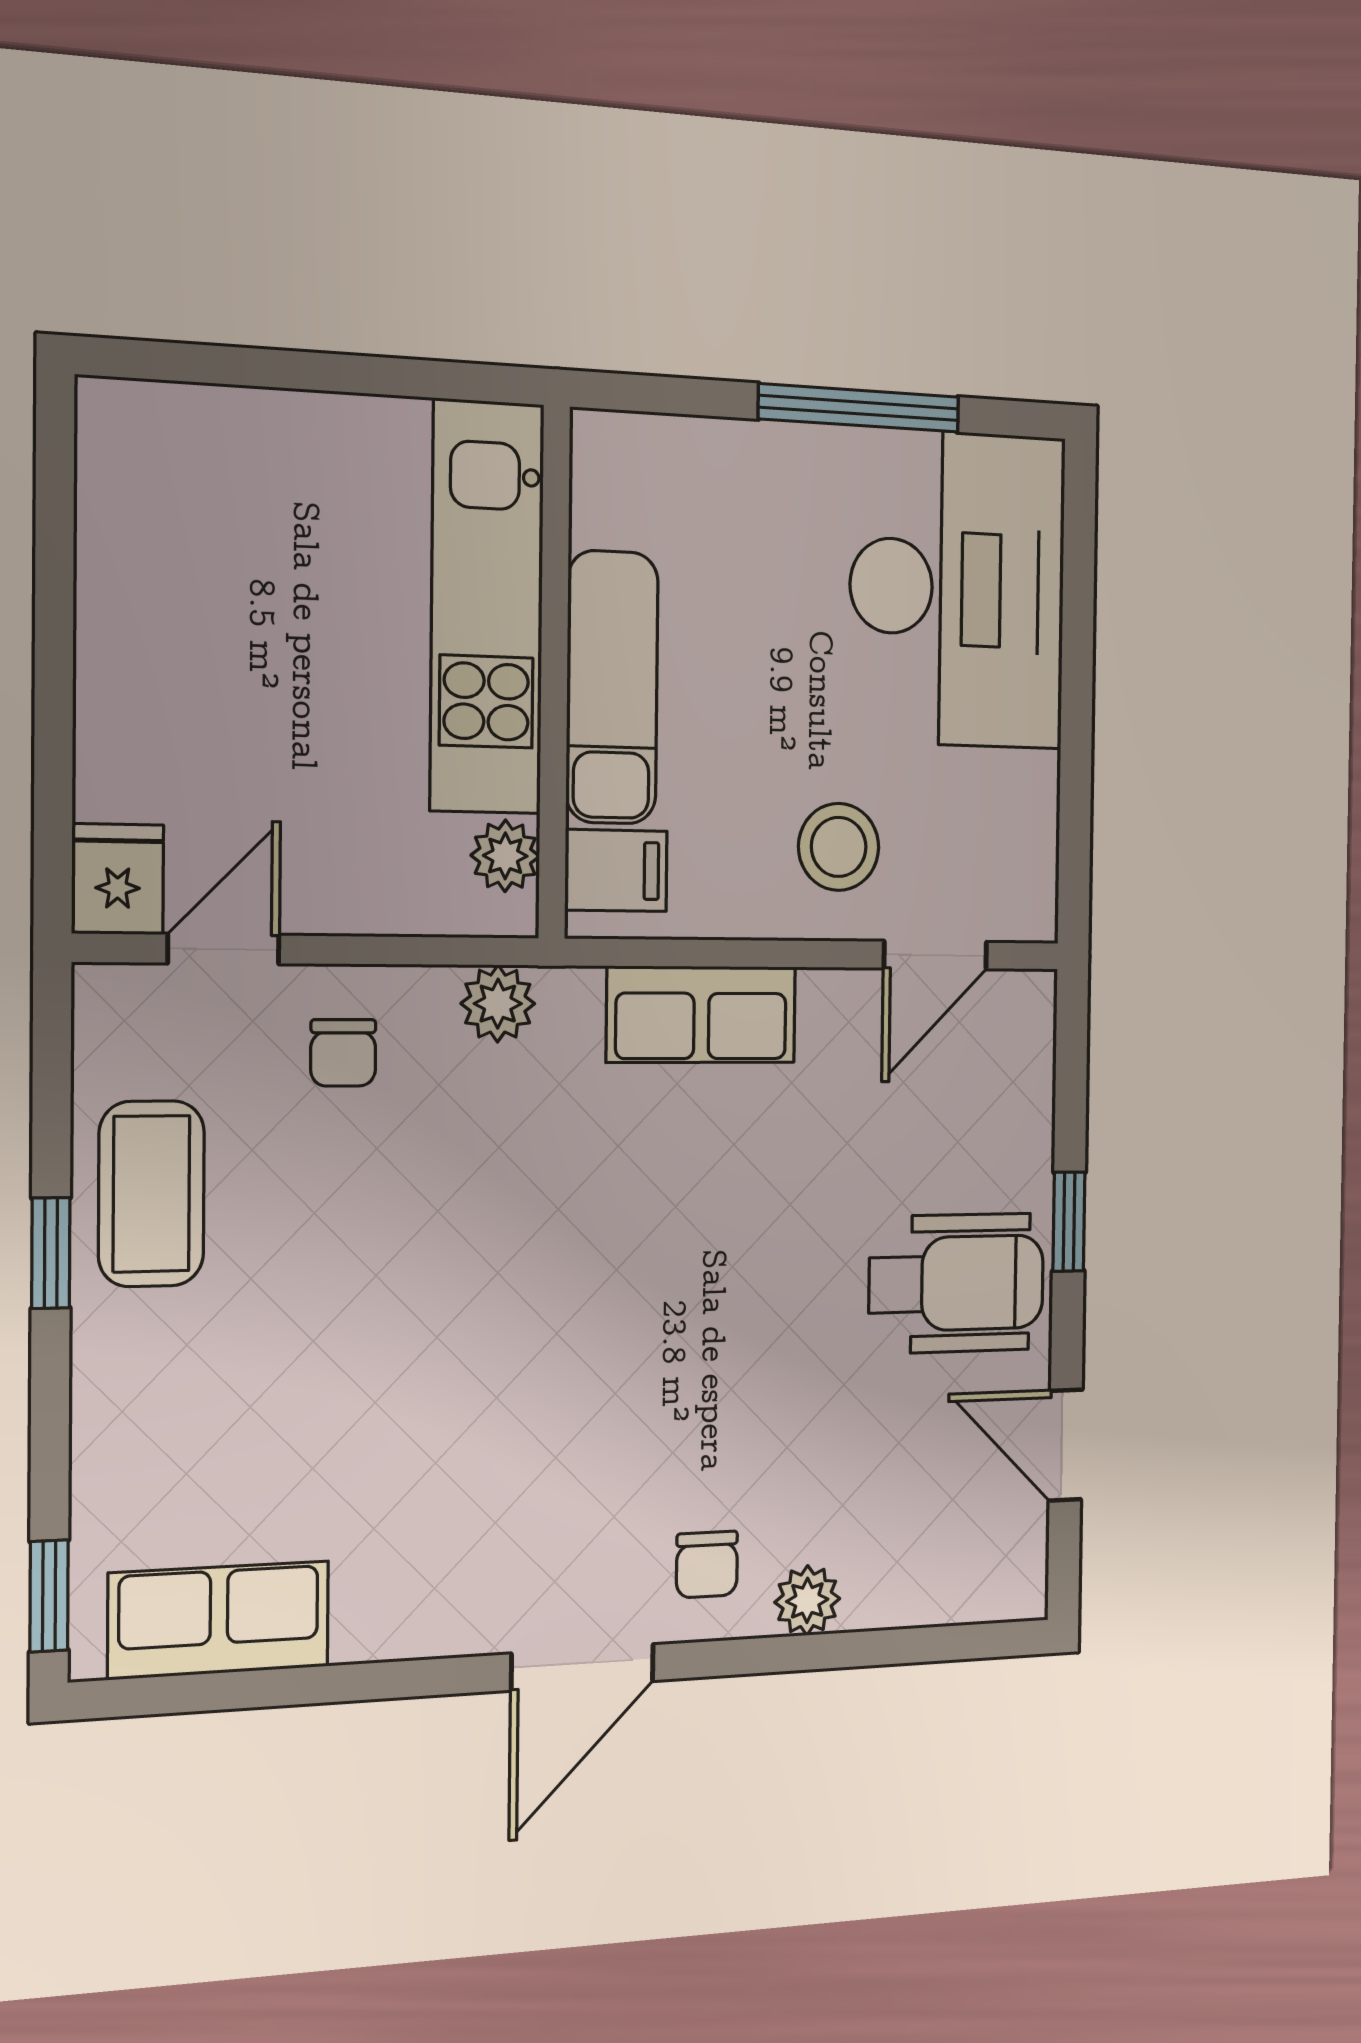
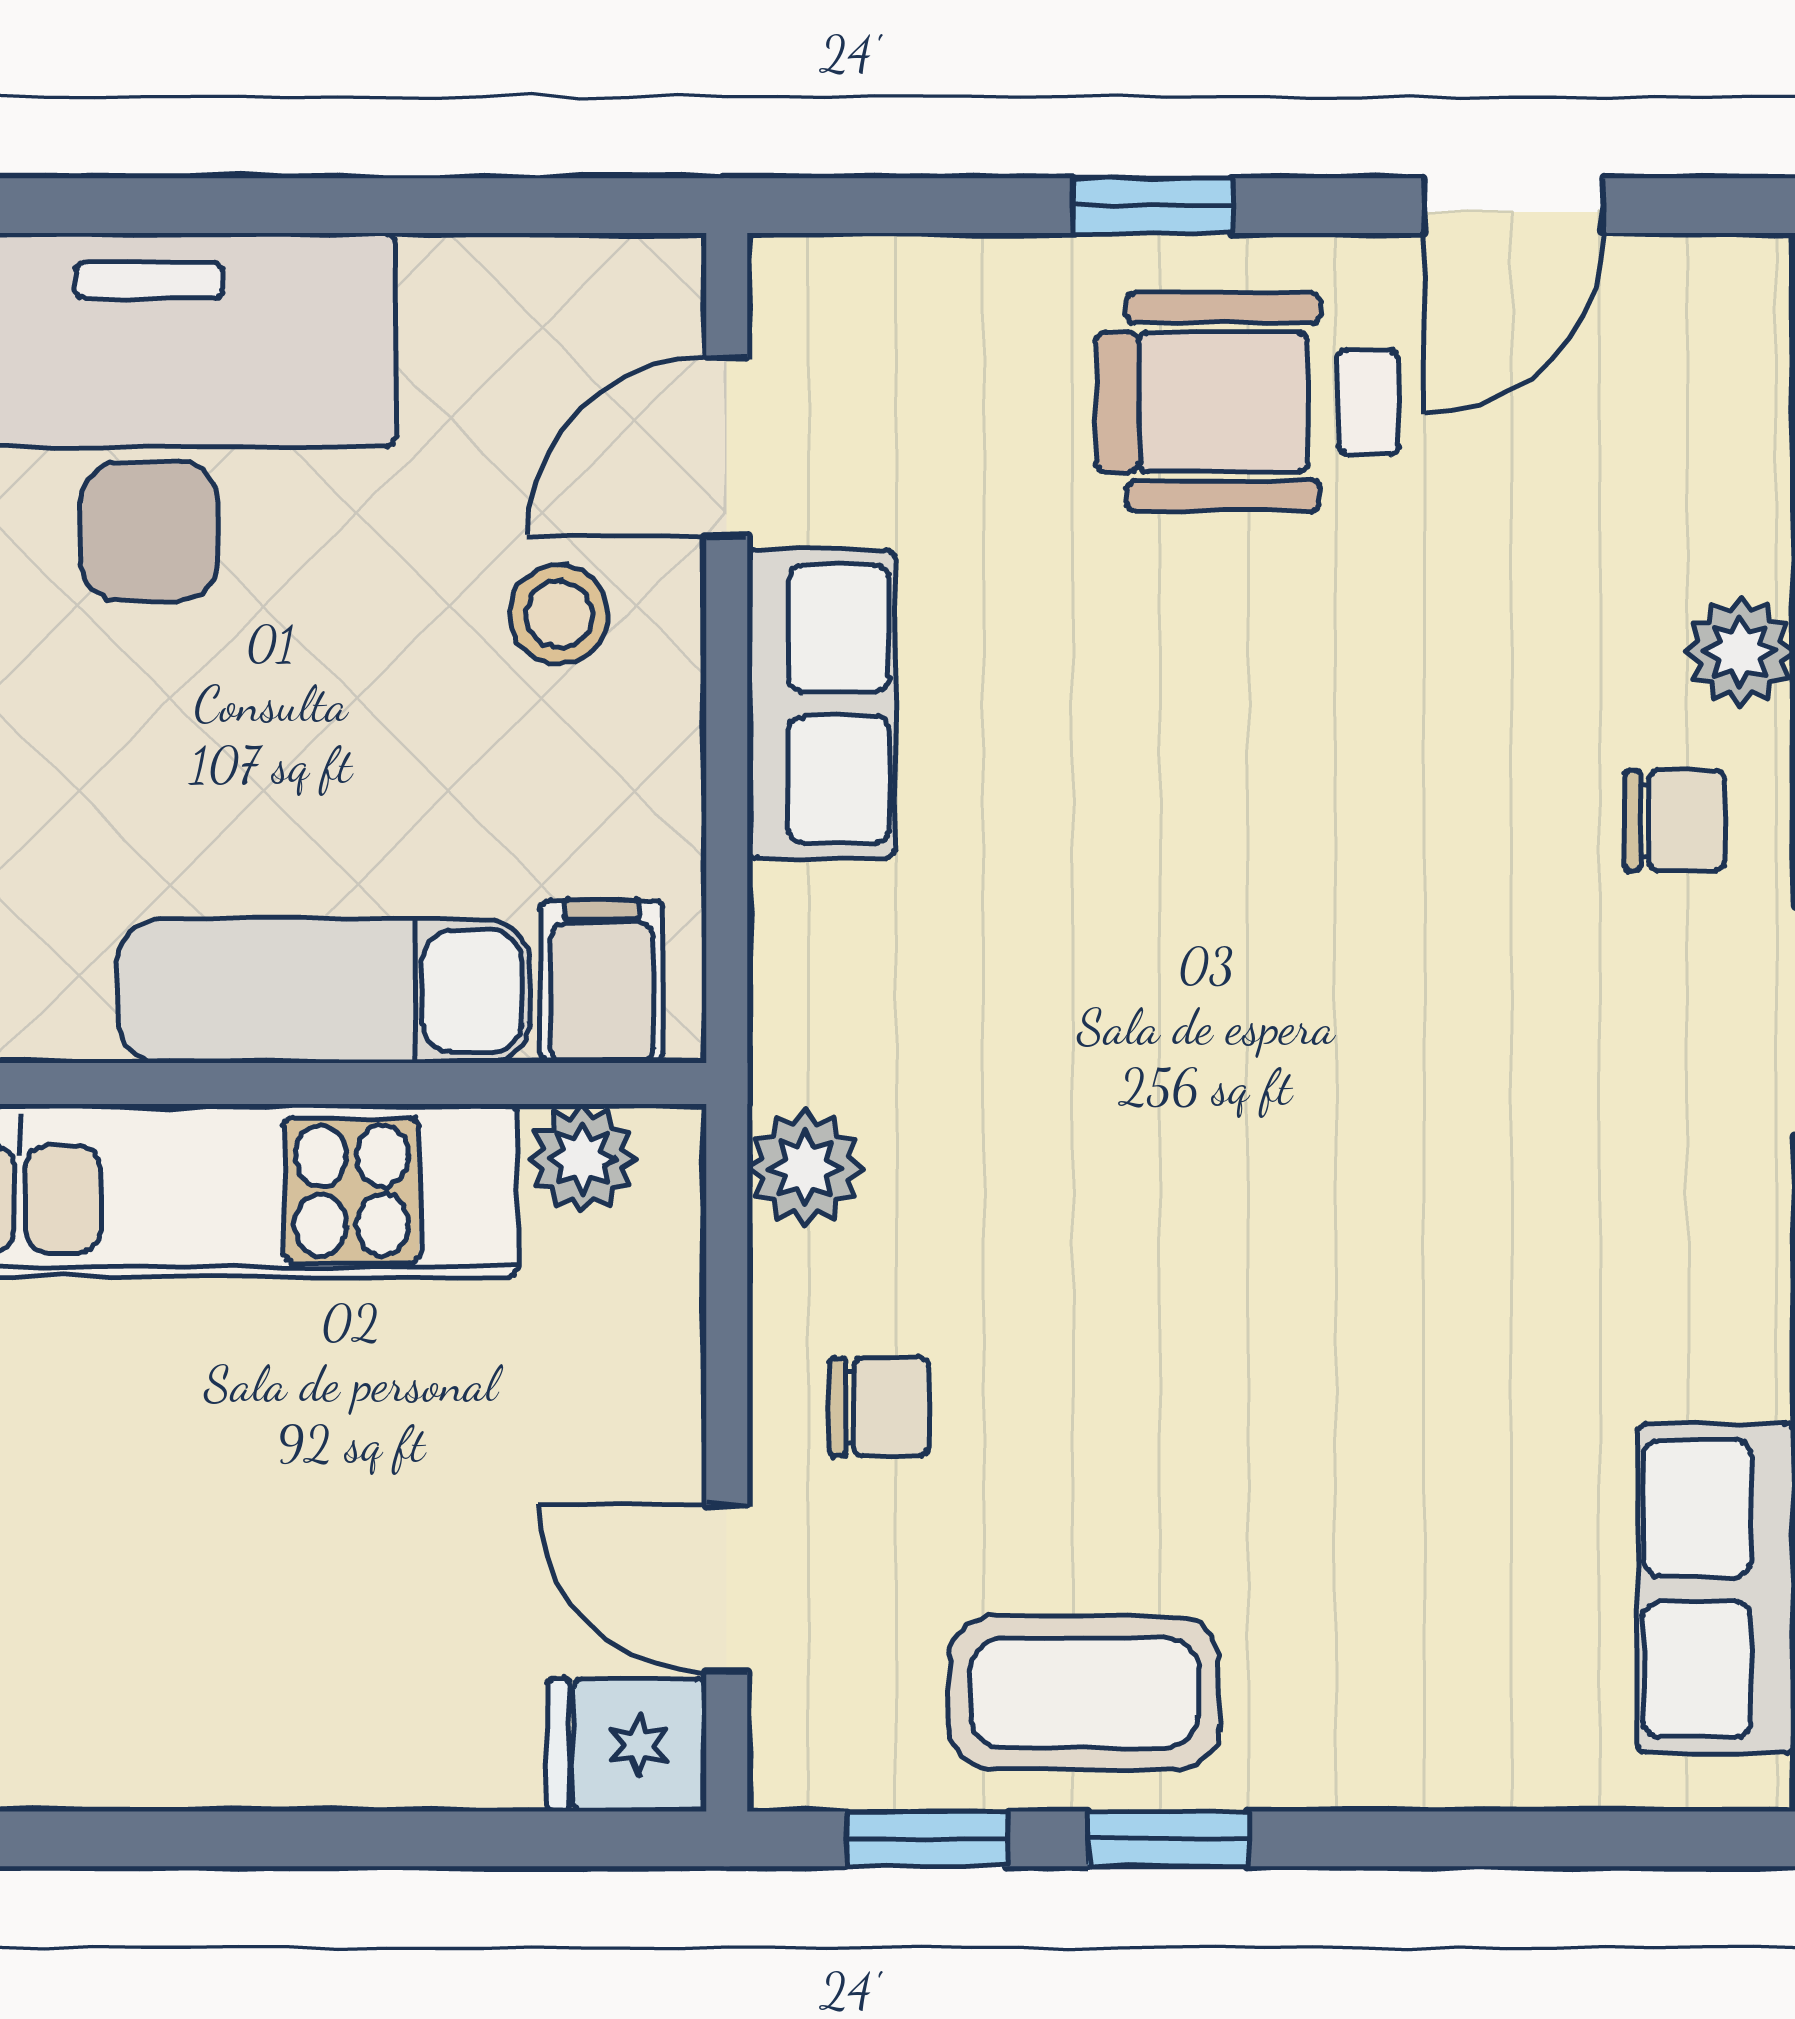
stool: (839, 847) -> (559, 615), width x0.73, depth x0.73
door: (935, 955) -> (727, 447), swing flipped
row of seats: (701, 1014) -> (821, 704), moved
wheelchair: (957, 1283) -> (1247, 402), turned -90
window: (49, 1596) -> (927, 1839), moved

